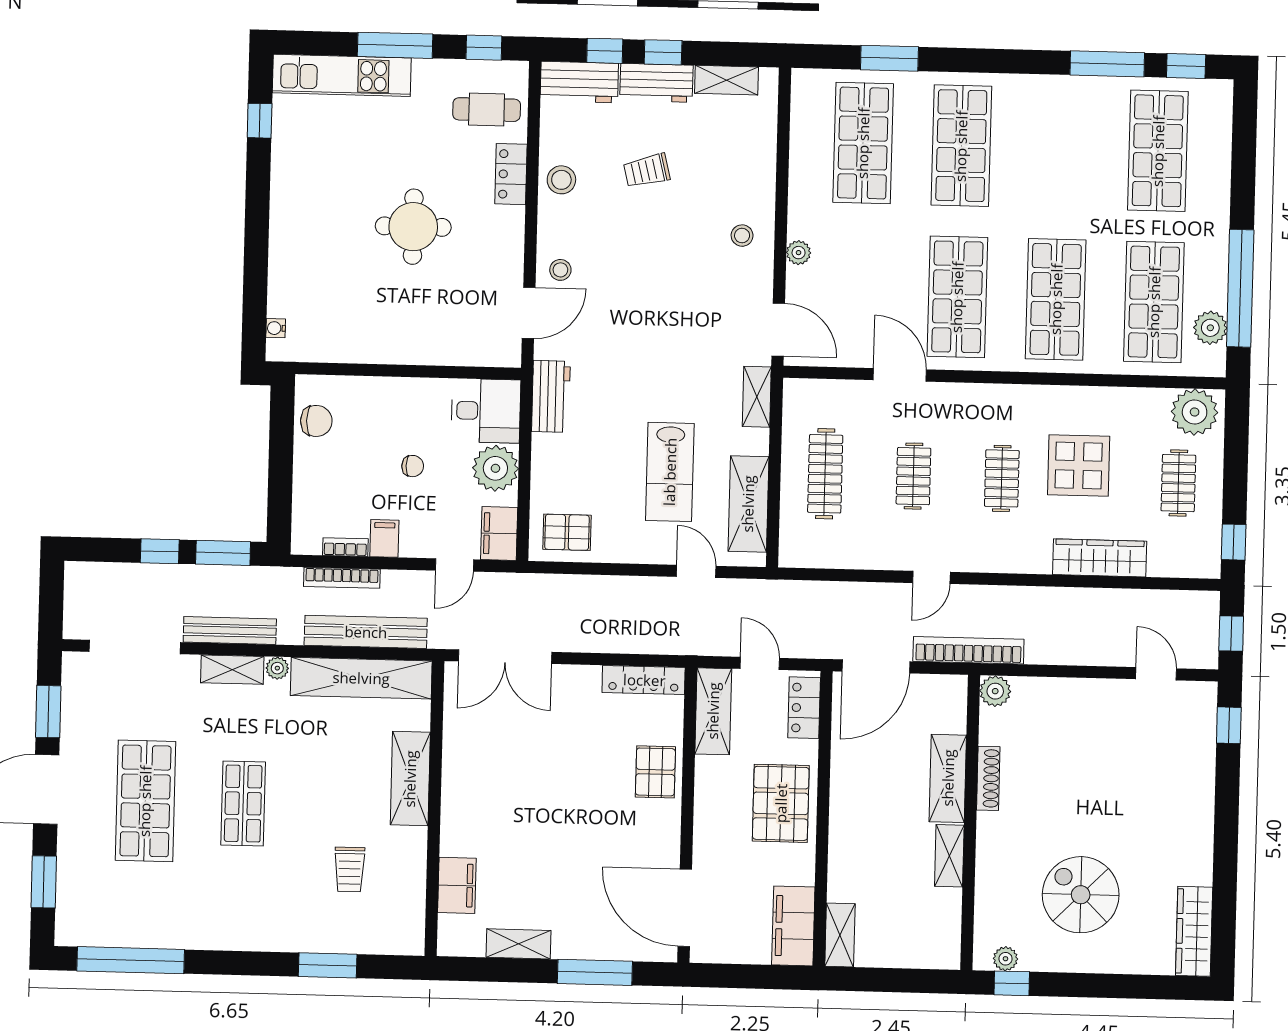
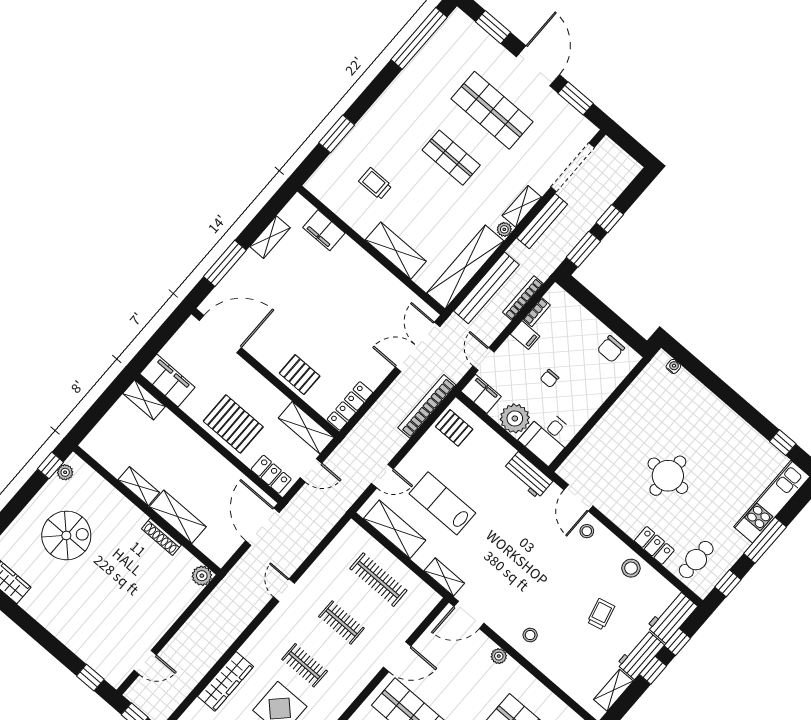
pallet: (567, 532) -> (454, 428), turned 90
bookcase: (968, 650) -> (427, 406), moved, turned 180

